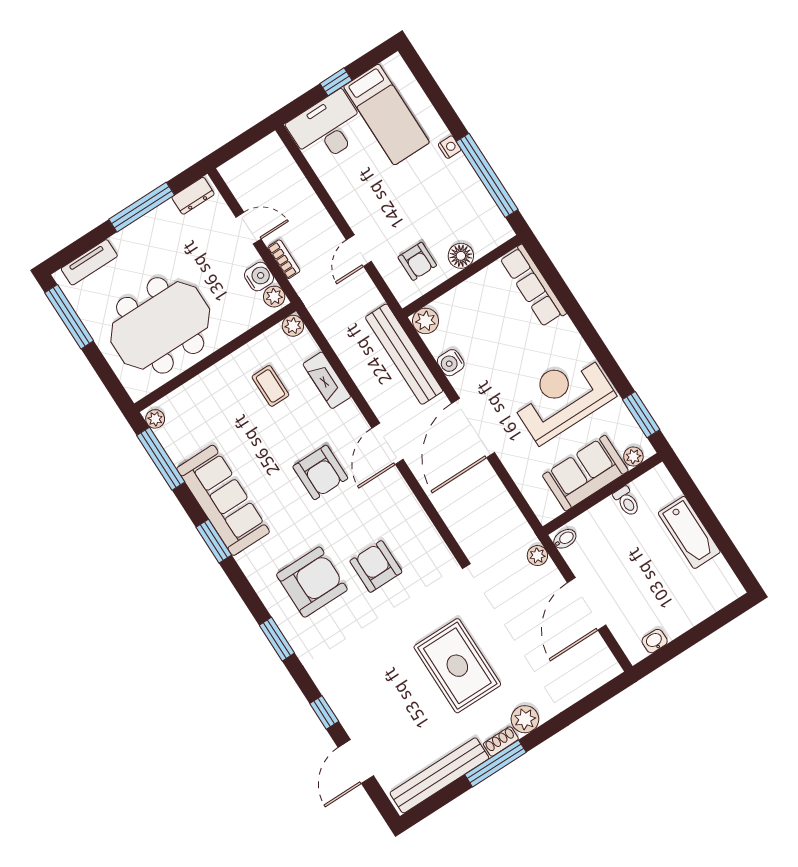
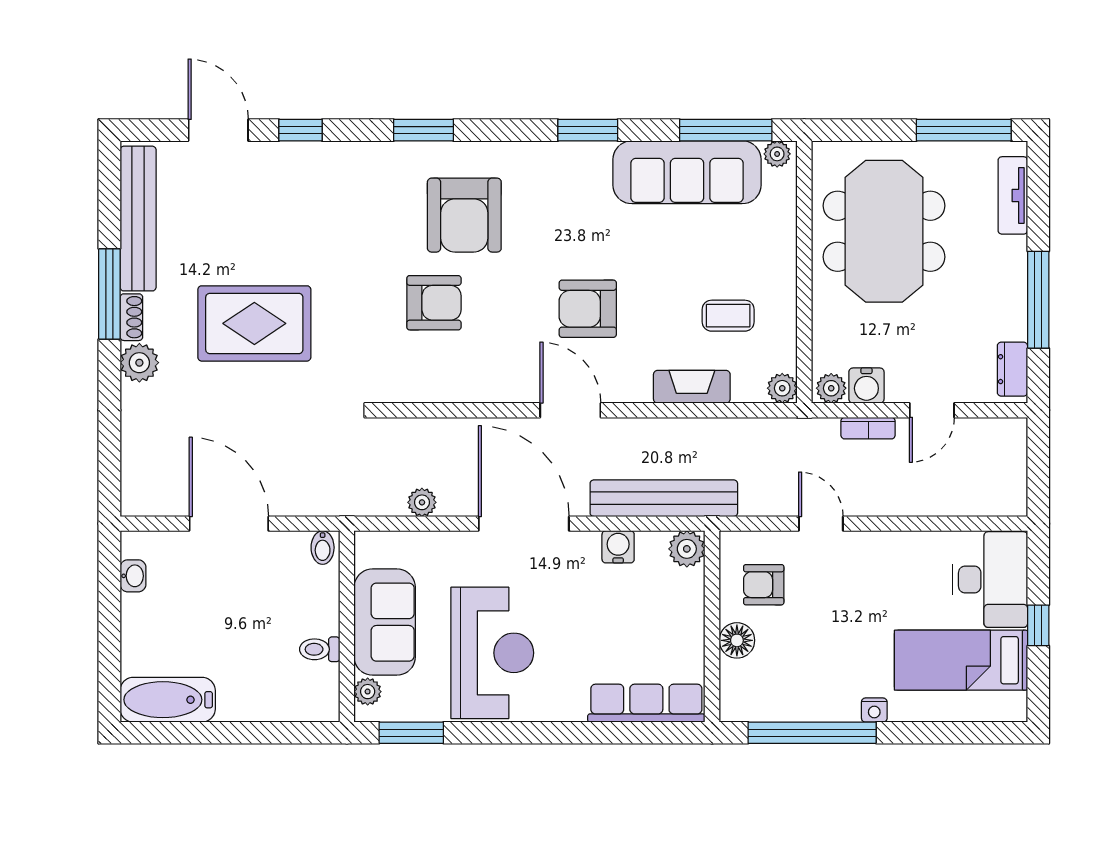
sofa: (223, 500) -> (687, 172), moved
bathtub: (689, 532) -> (168, 700), moved
plant: (537, 556) -> (422, 502), moved

